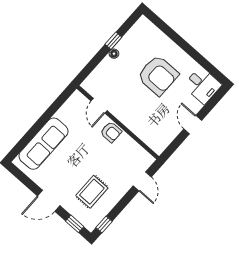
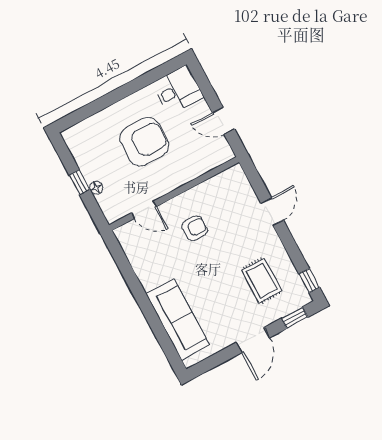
door: (99, 106) -> (144, 210), moved
wall: (118, 122) -> (174, 194), moved
door: (142, 181) -> (272, 212), hinge flipped

